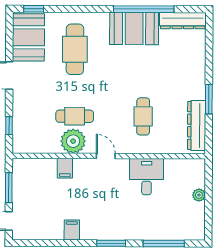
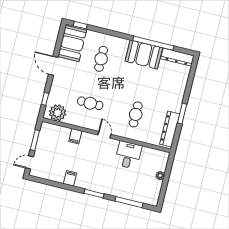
cafe table: (75, 49) -> (101, 59), width x0.73, depth x0.74
plant: (73, 141) -> (58, 113), moved

